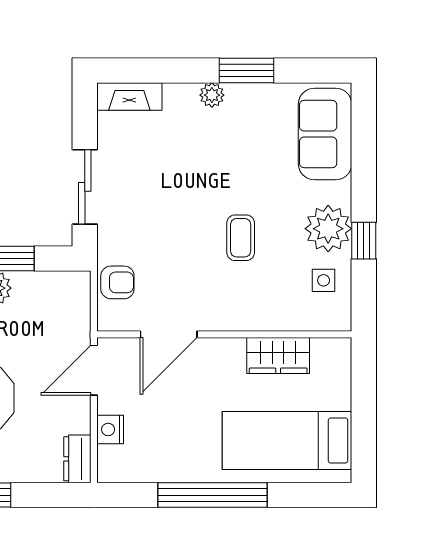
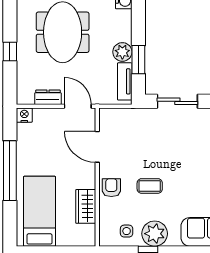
armchair: (117, 282) -> (111, 188), moved, turned 180
tv unit: (48, 284) -> (125, 81), added
nightstand: (110, 429) -> (24, 115), moved
dresser: (77, 459) -> (48, 97), moved

